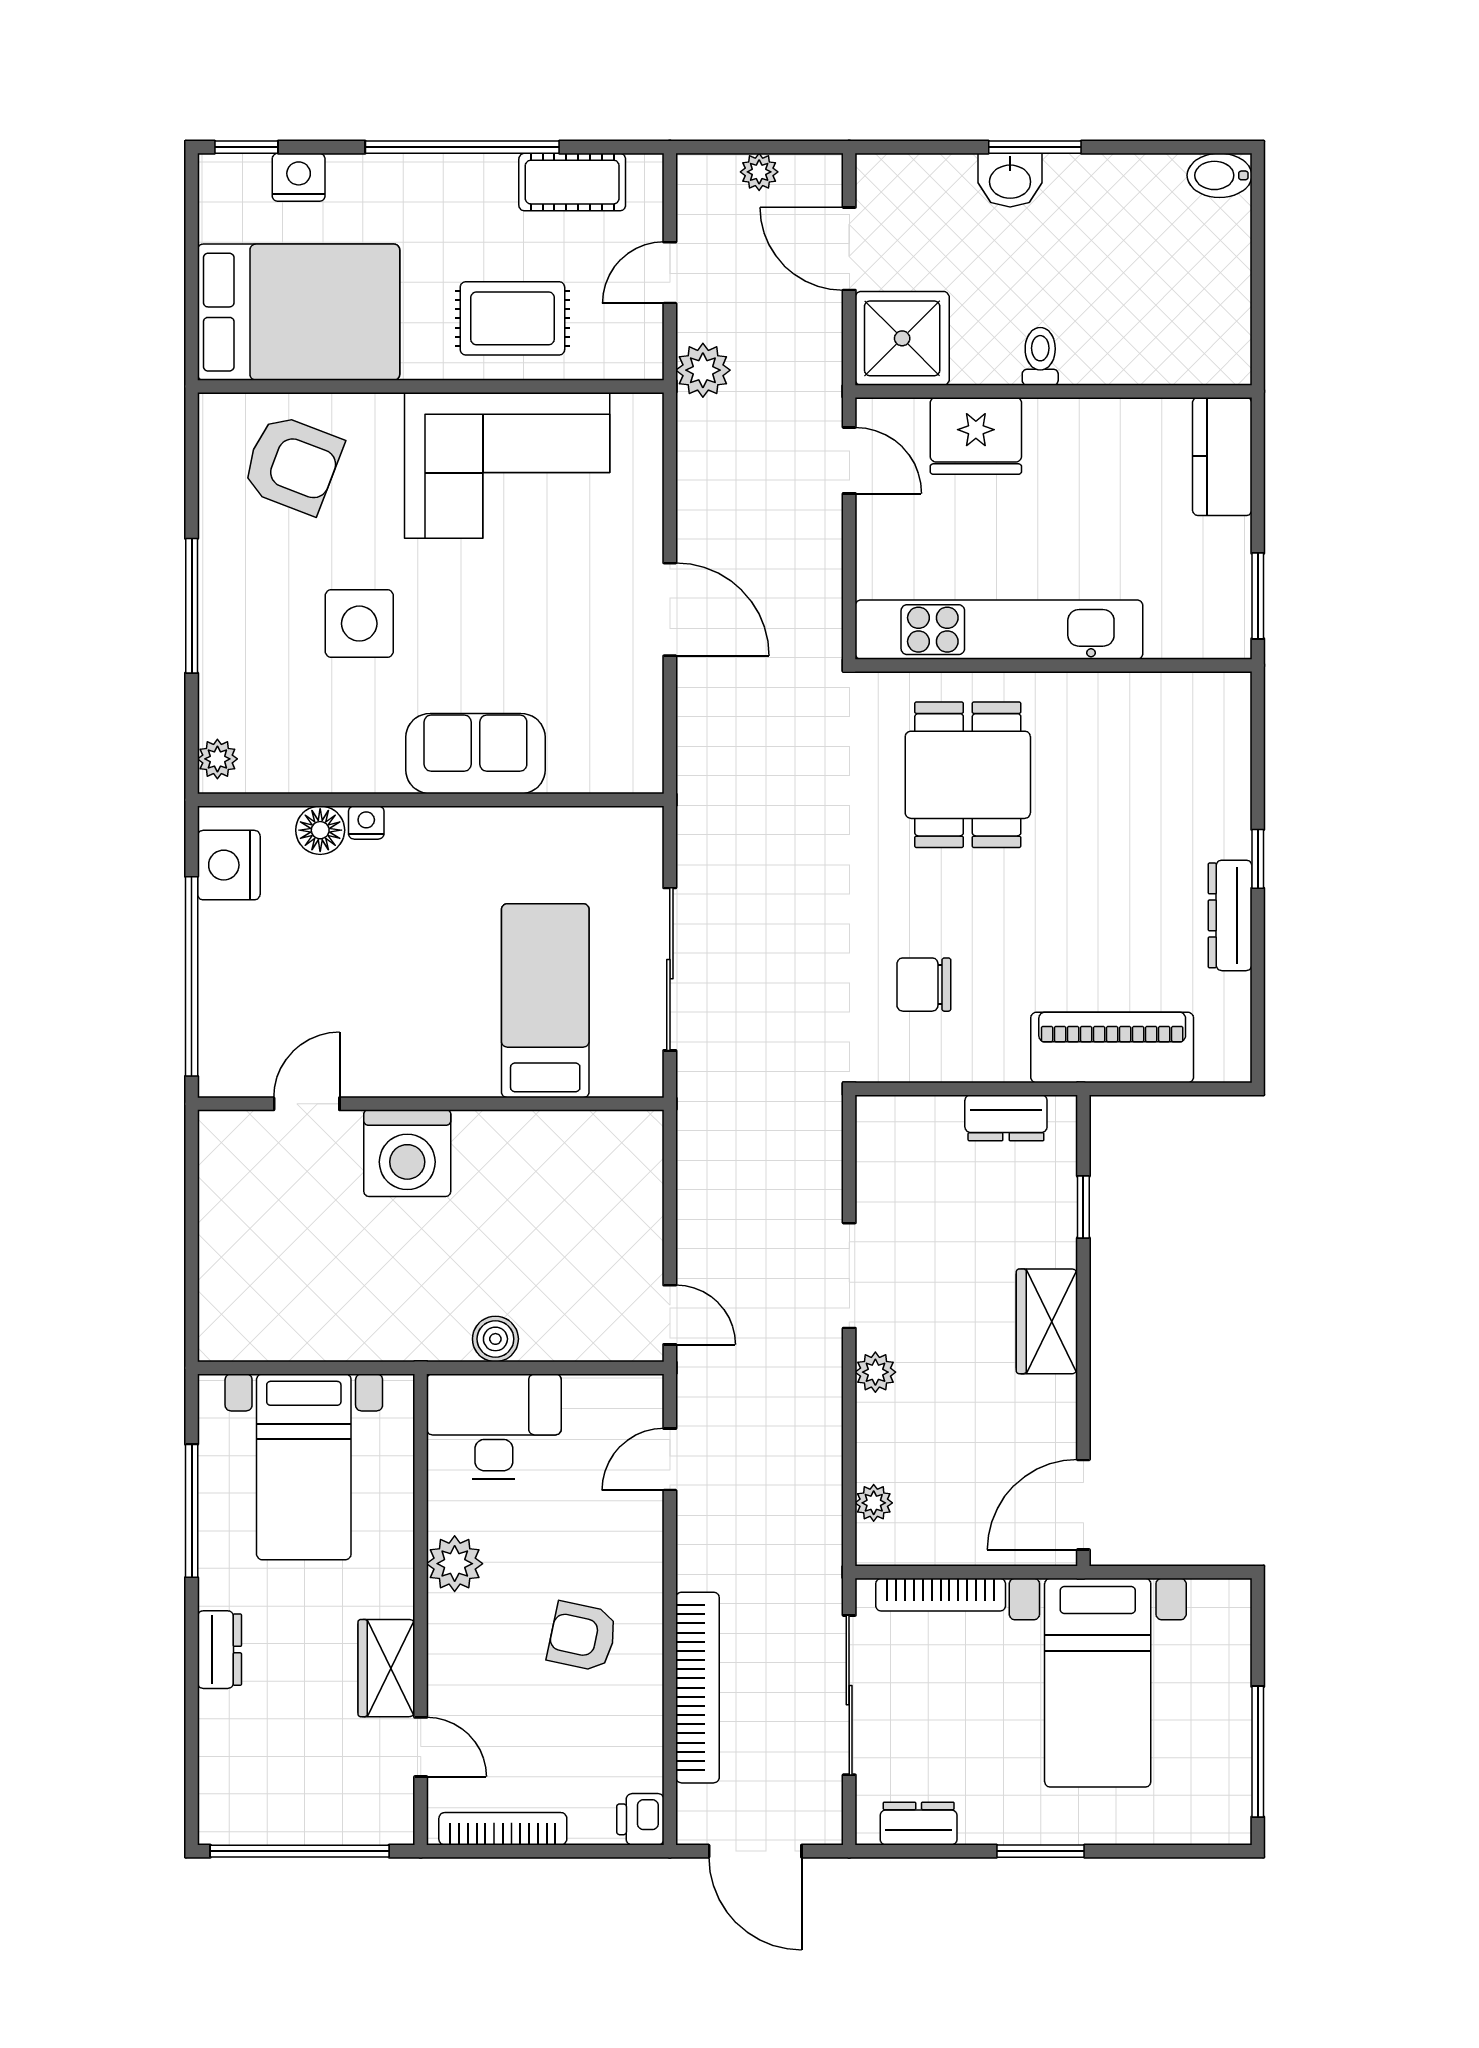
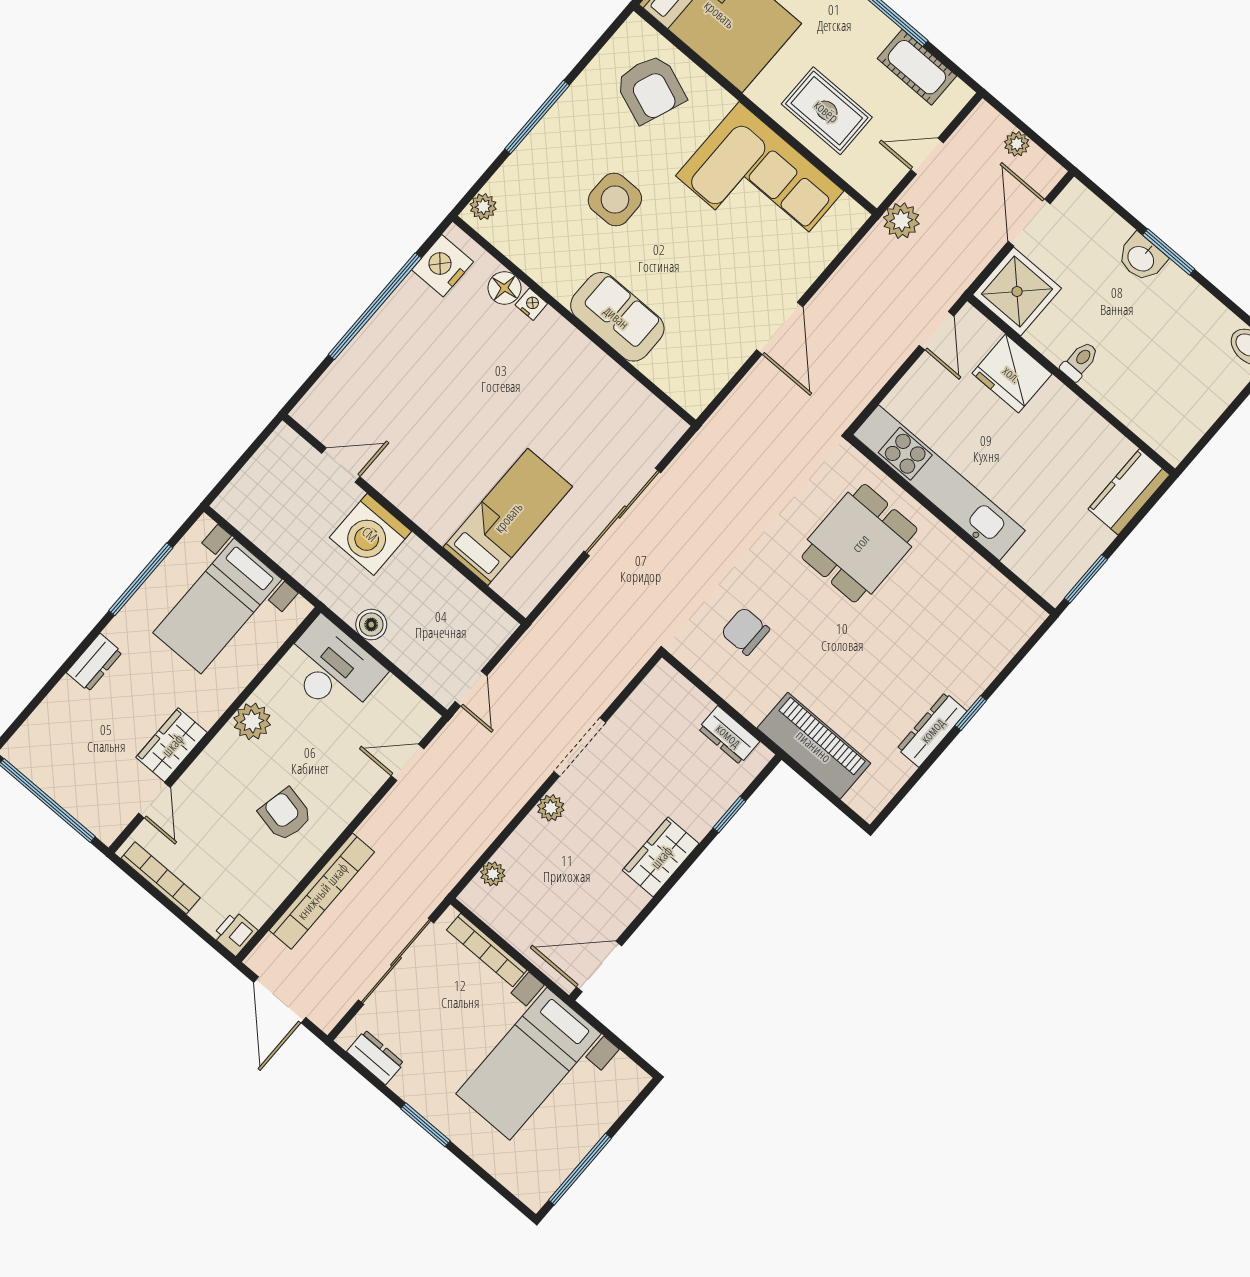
bed: (545, 1001) -> (508, 517), moved
door: (307, 1104) -> (341, 465), moved
wall: (431, 1104) -> (404, 519), moved
washing machine: (407, 1153) -> (370, 534), moved

